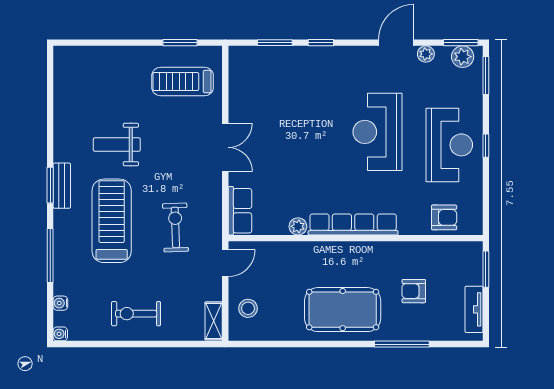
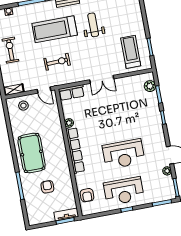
plant: (463, 57) -> (150, 86), moved
reception desk: (377, 132) -> (124, 154), turned 180
treadmill: (112, 221) -> (55, 29), turned 180
tv unit: (474, 309) -> (66, 214), moved

